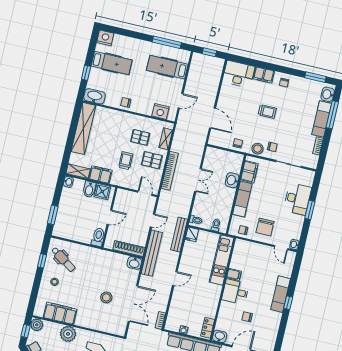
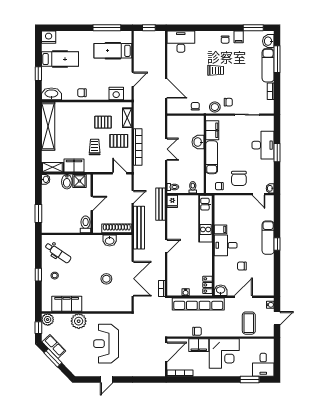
filing cabinet: (264, 75) -> (239, 37), moved, width x0.50
window: (42, 261) -> (38, 275), moved
washbasin: (134, 263) -> (110, 241), moved

